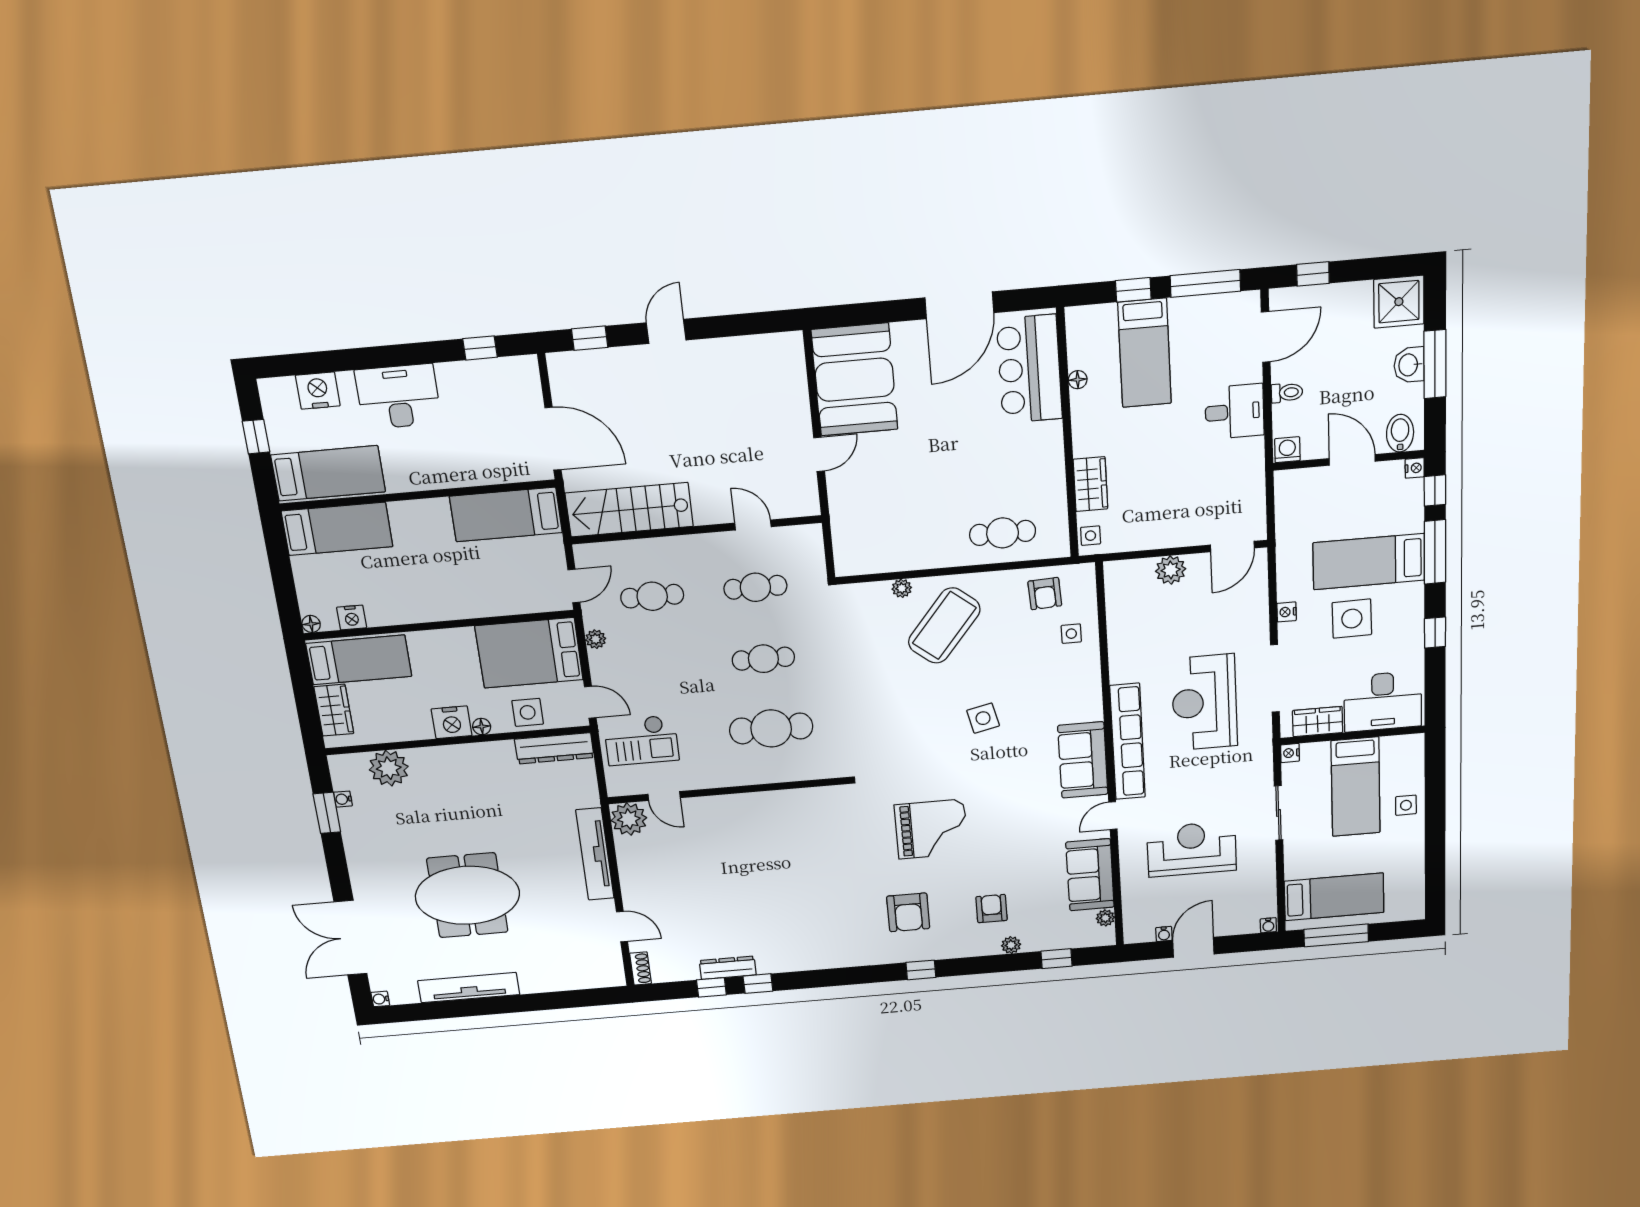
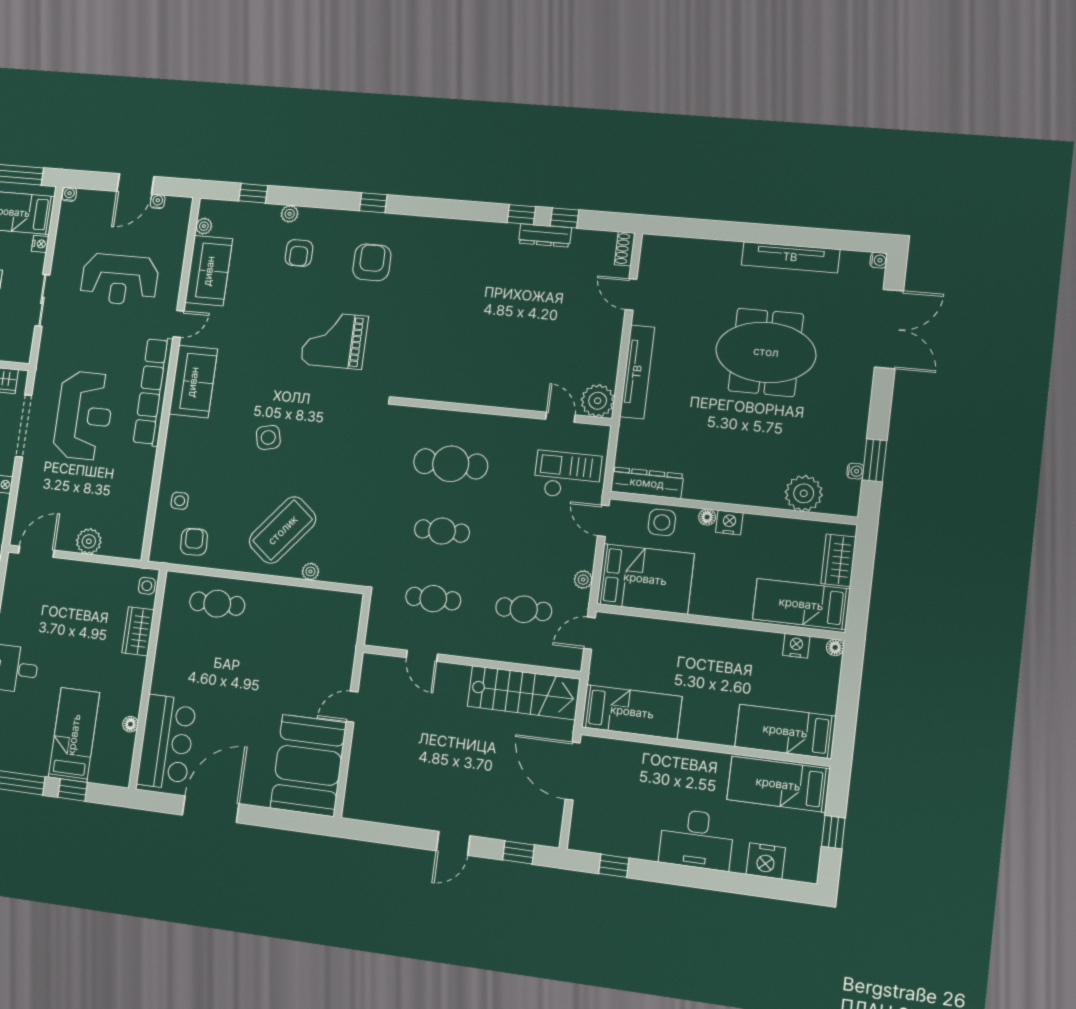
nightstand: (452, 722) -> (729, 523), width x0.74, depth x0.75
nightstand: (1290, 753) -> (40, 244), moved

